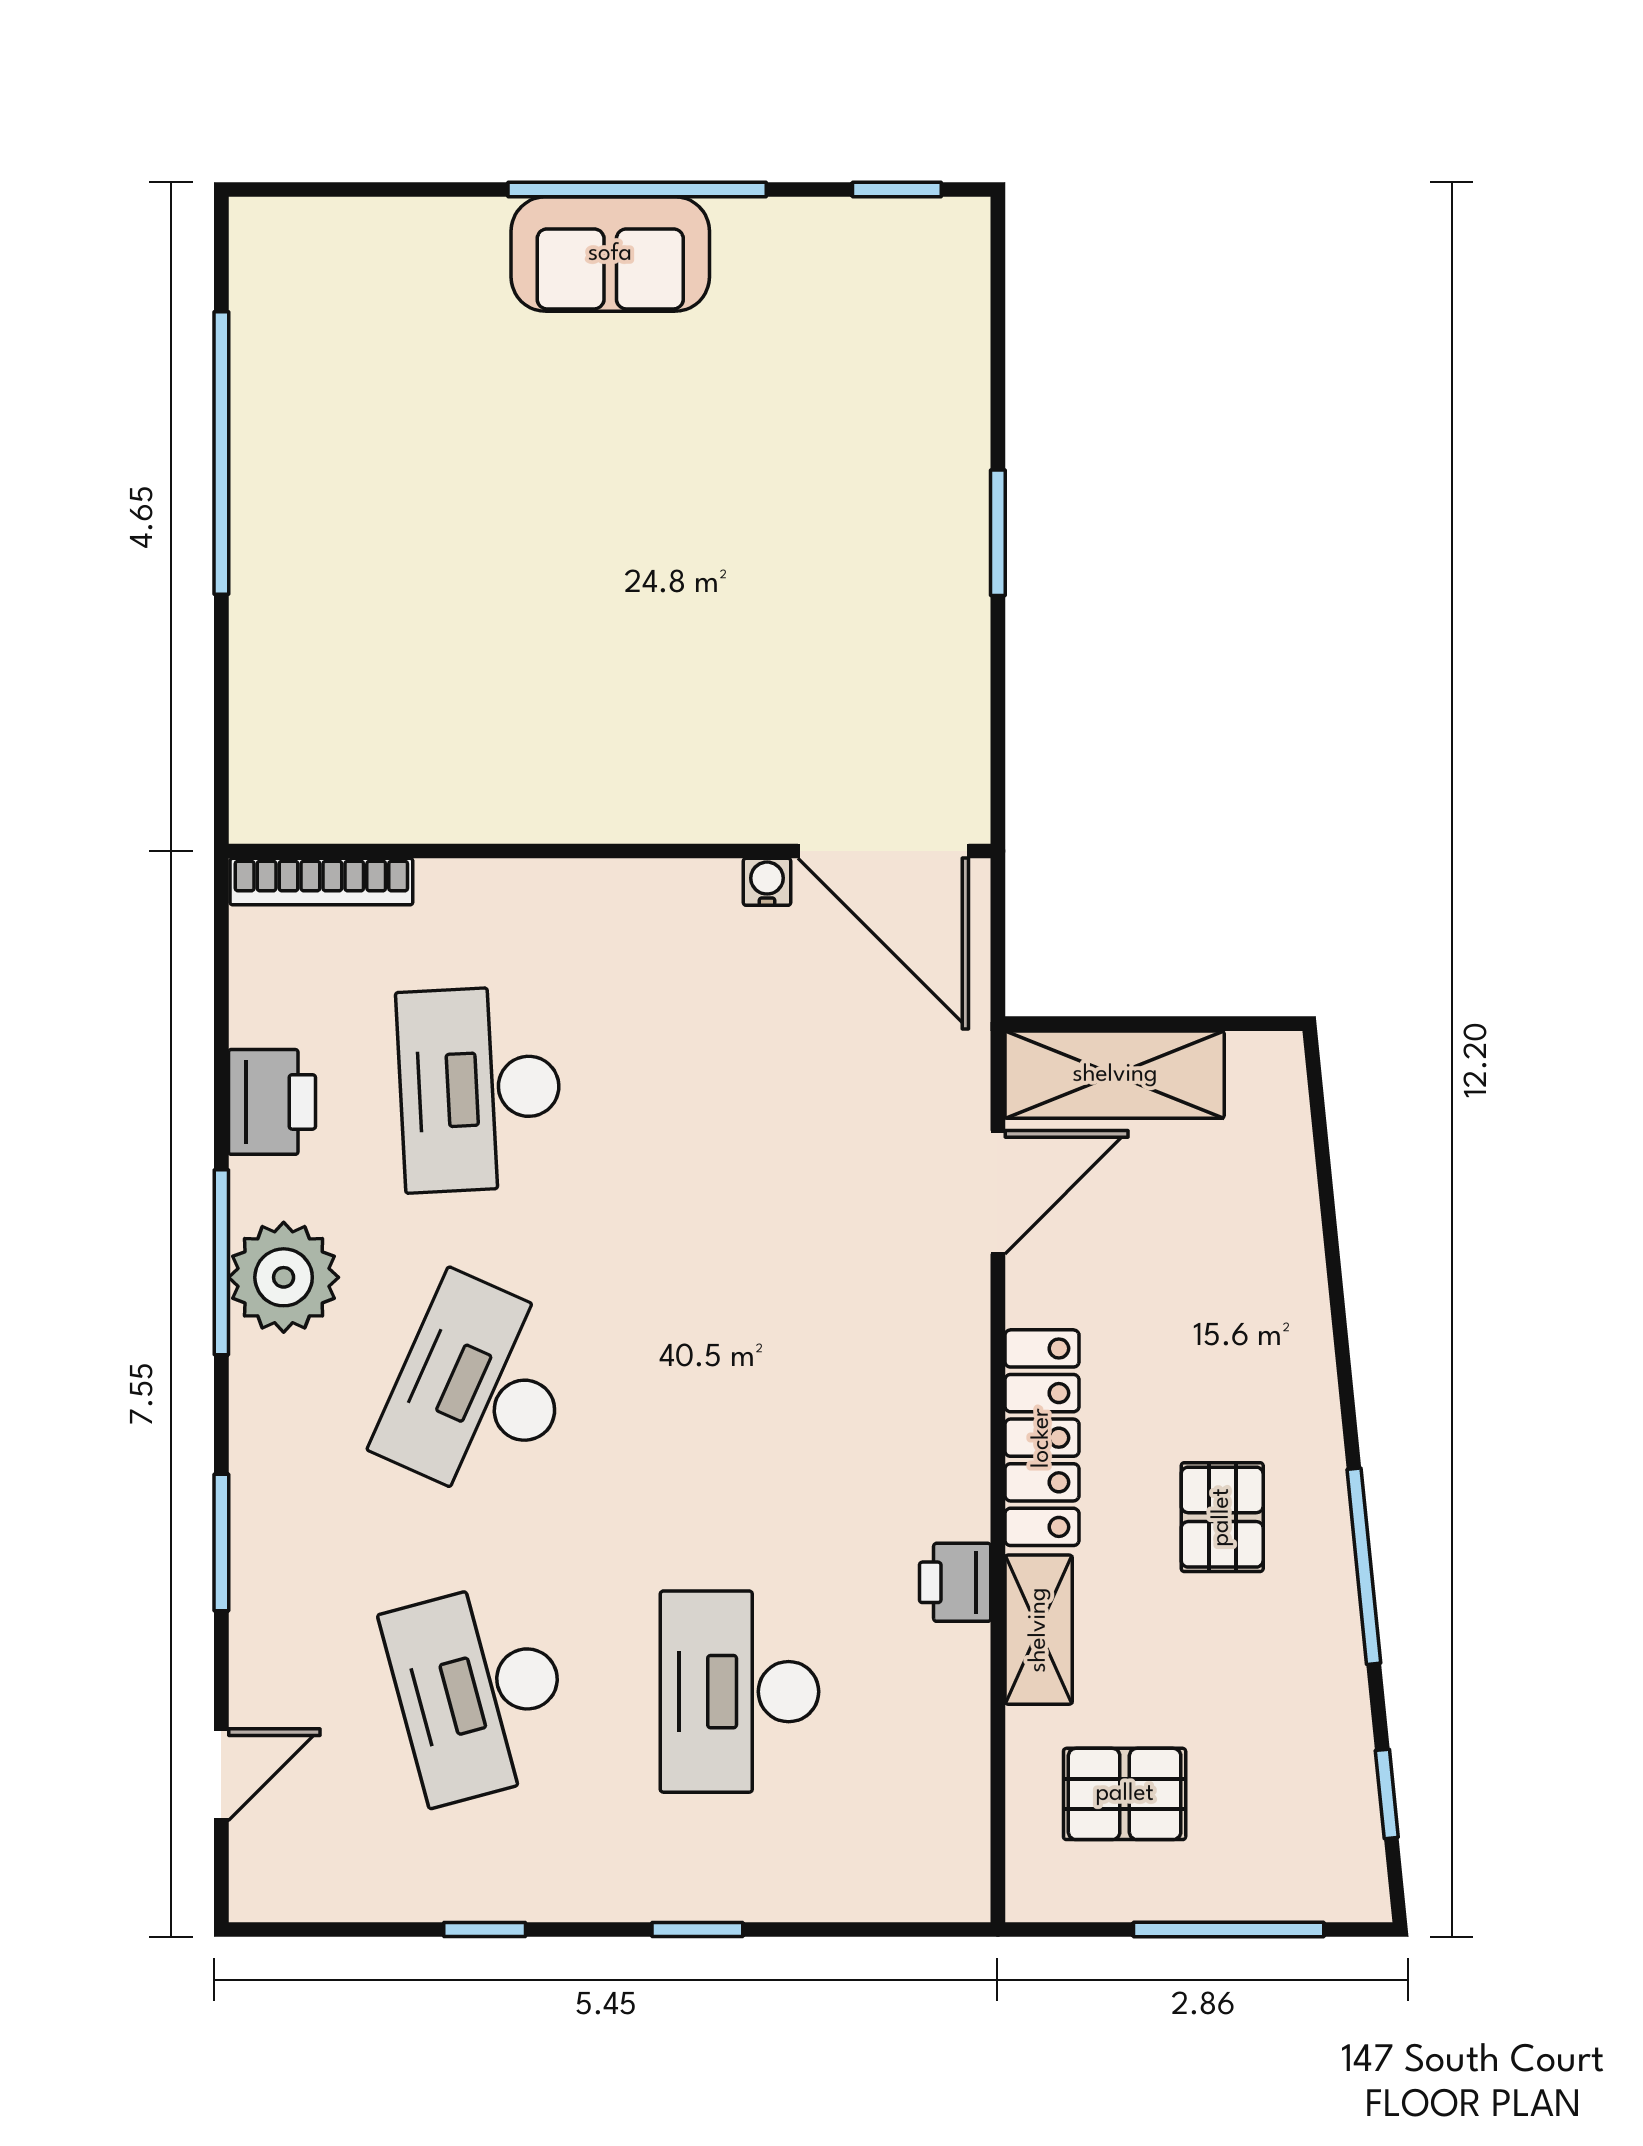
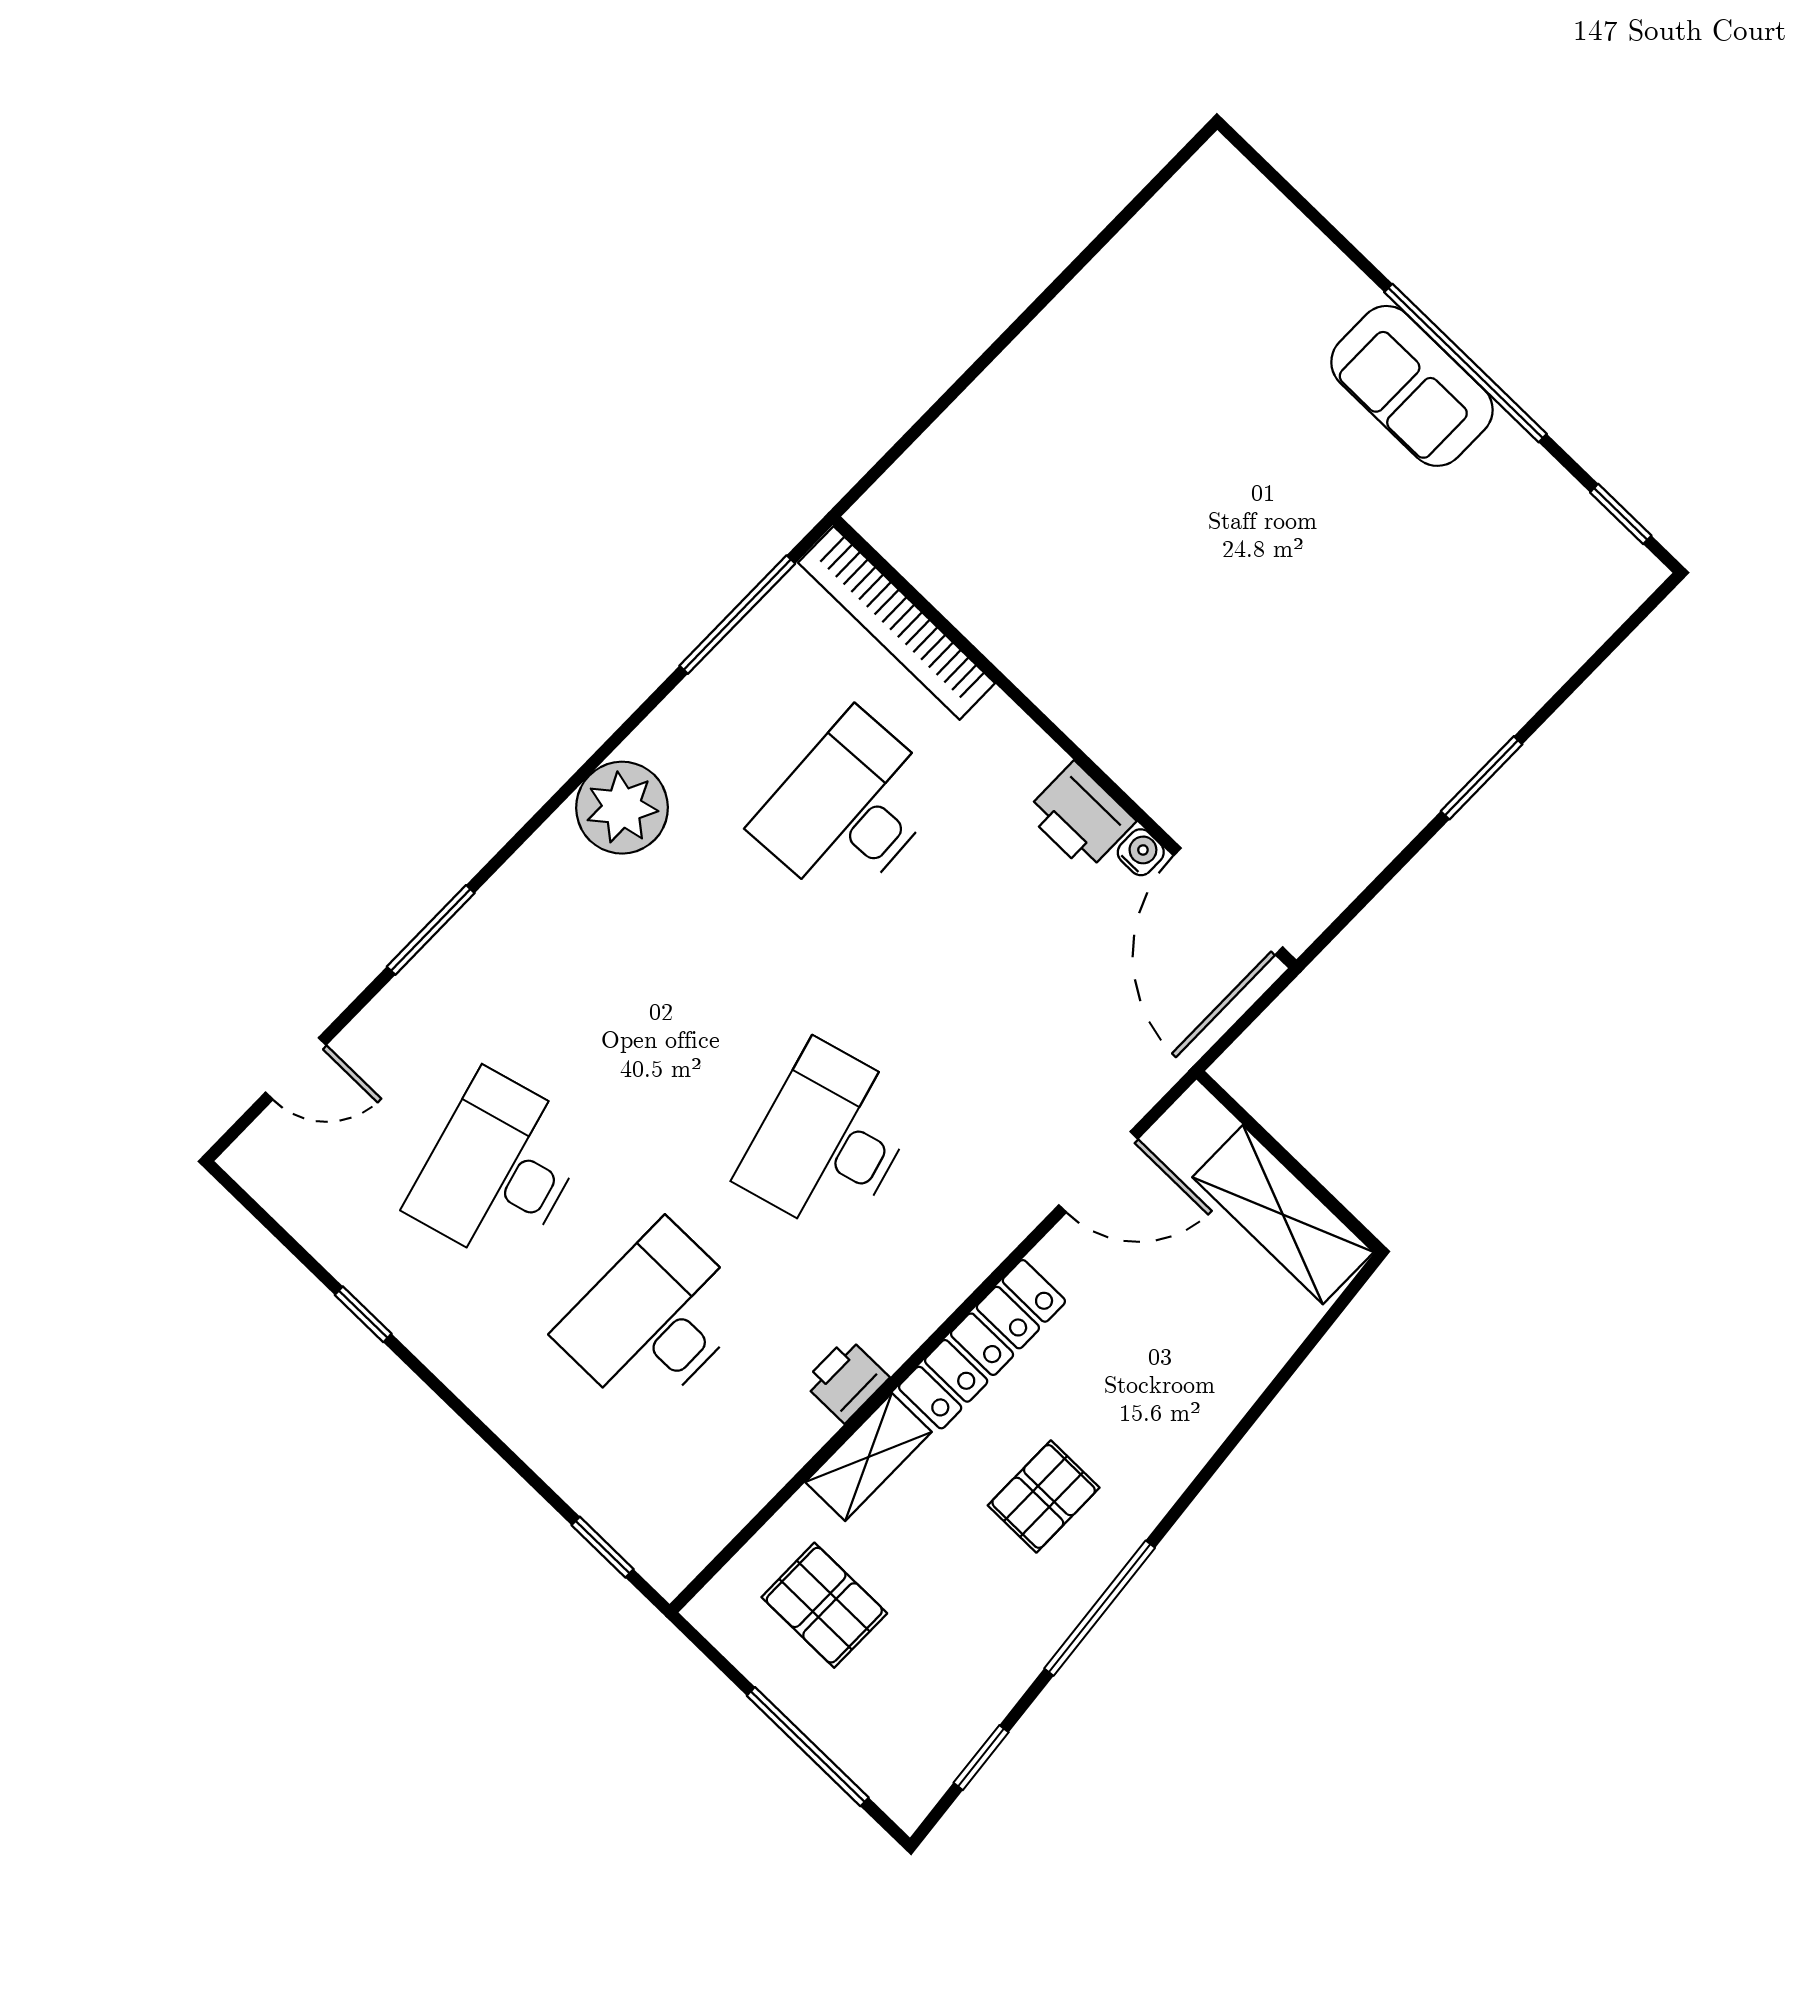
window: (221, 453) -> (1064, 279), removed
bookcase: (321, 882) -> (897, 623), width x1.48, depth x1.31
shelving: (1115, 1075) -> (1283, 1215), moved
printer: (272, 1102) -> (1080, 816), moved, turned 90
window: (221, 1262) -> (737, 615), moved
desk: (480, 1390) -> (829, 1140), moved, turned -39
window: (697, 1929) -> (603, 1547), moved

